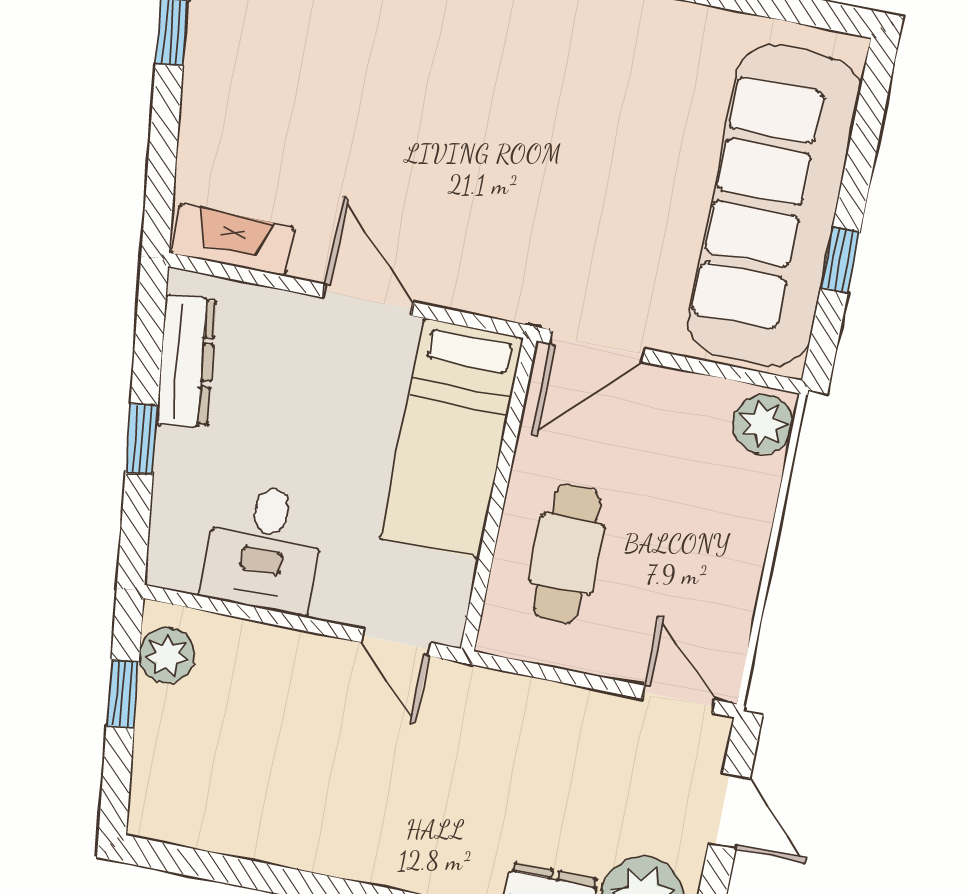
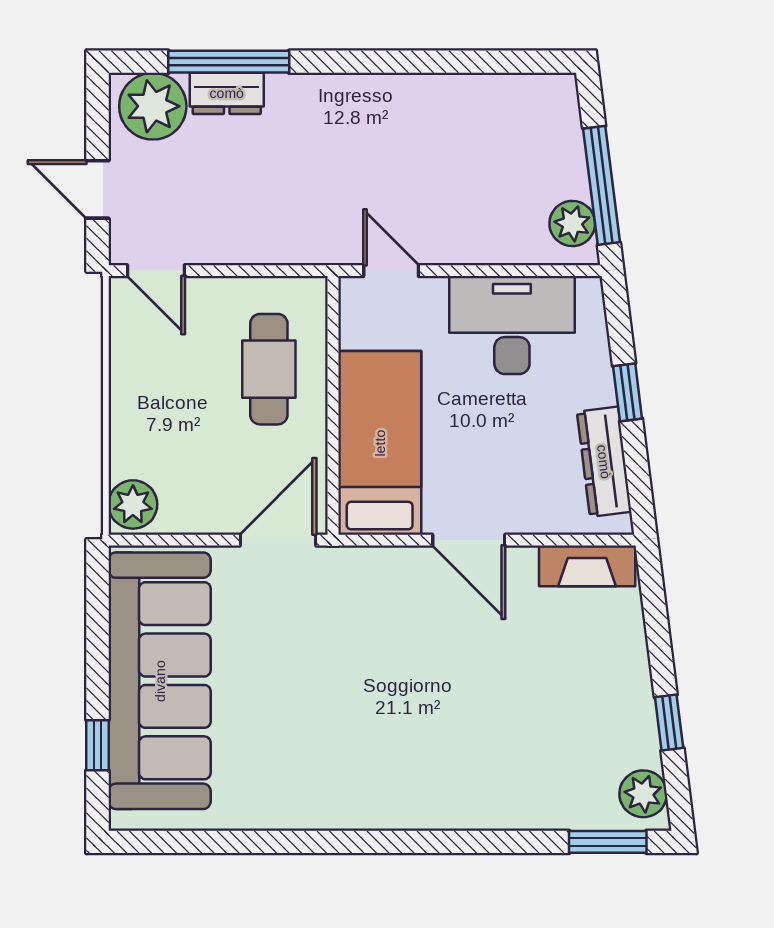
window: (840, 260) -> (97, 745), moved
desk: (264, 548) -> (512, 325), width x1.37
window: (123, 694) -> (602, 185), width x2.17

